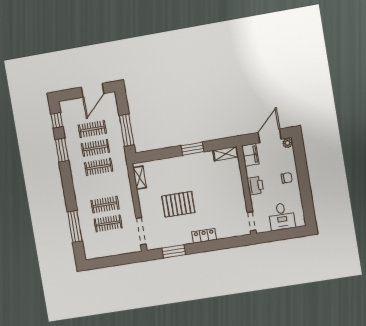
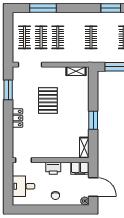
clothes rail: (95, 148) -> (24, 37), moved

